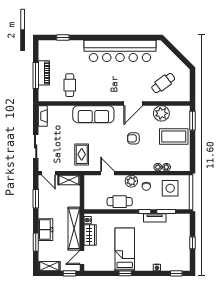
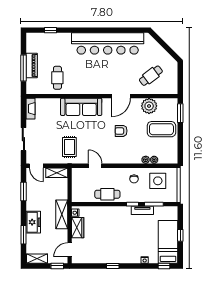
plant: (131, 181) -> (119, 174), removed
shelving: (74, 229) -> (62, 214), width x0.68
bed: (125, 249) -> (168, 242), moved

